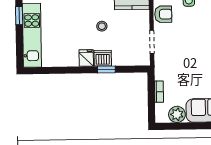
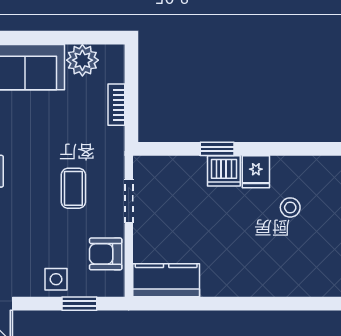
stool: (102, 26) -> (290, 207), moved
coffee table: (181, 48) -> (73, 188), added

